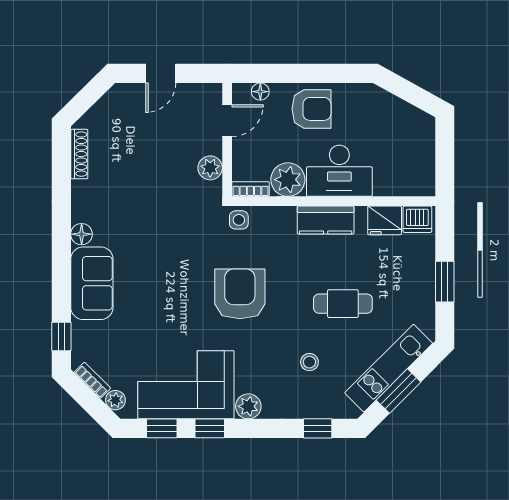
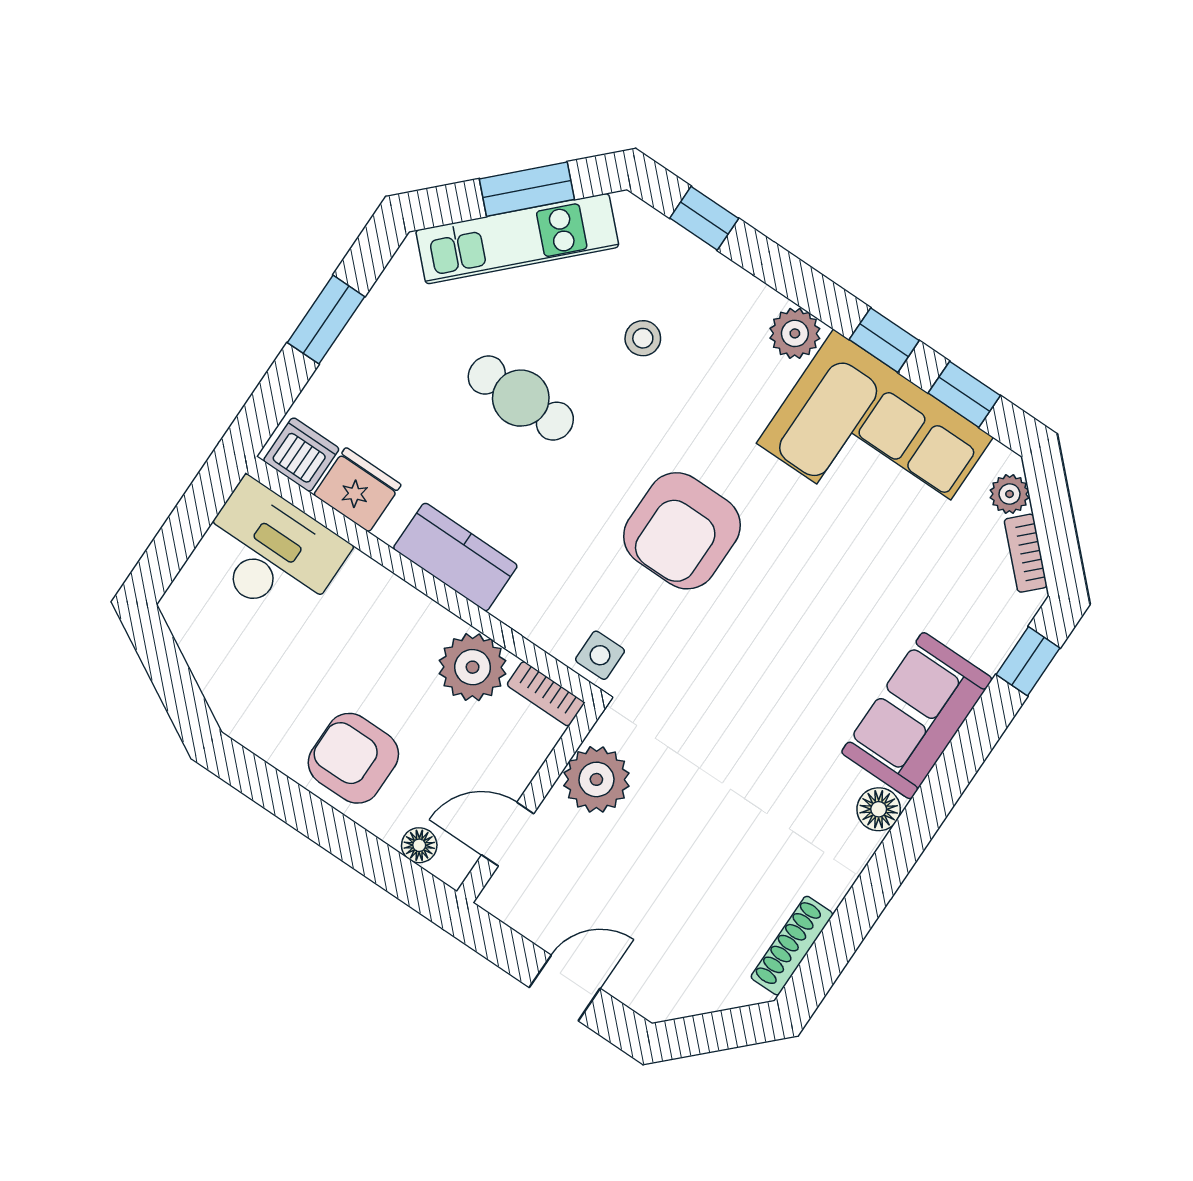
plant: (210, 168) -> (596, 779), width x1.36, depth x1.36
desk: (339, 171) -> (271, 552), moved

